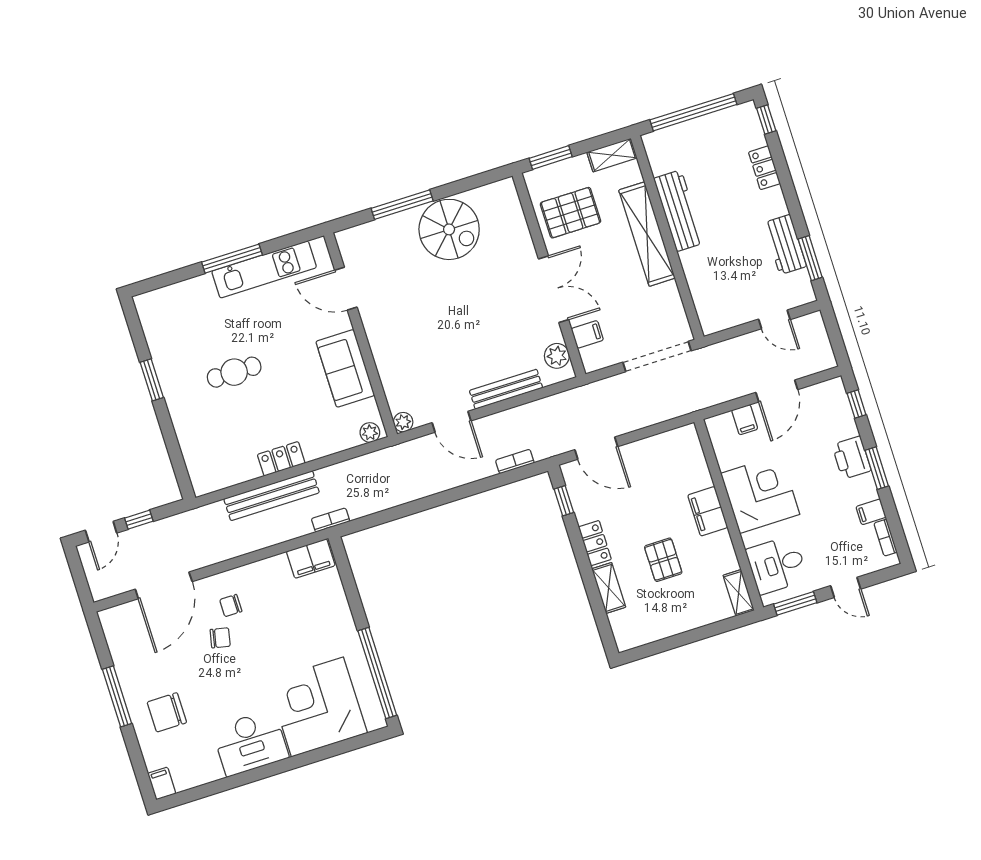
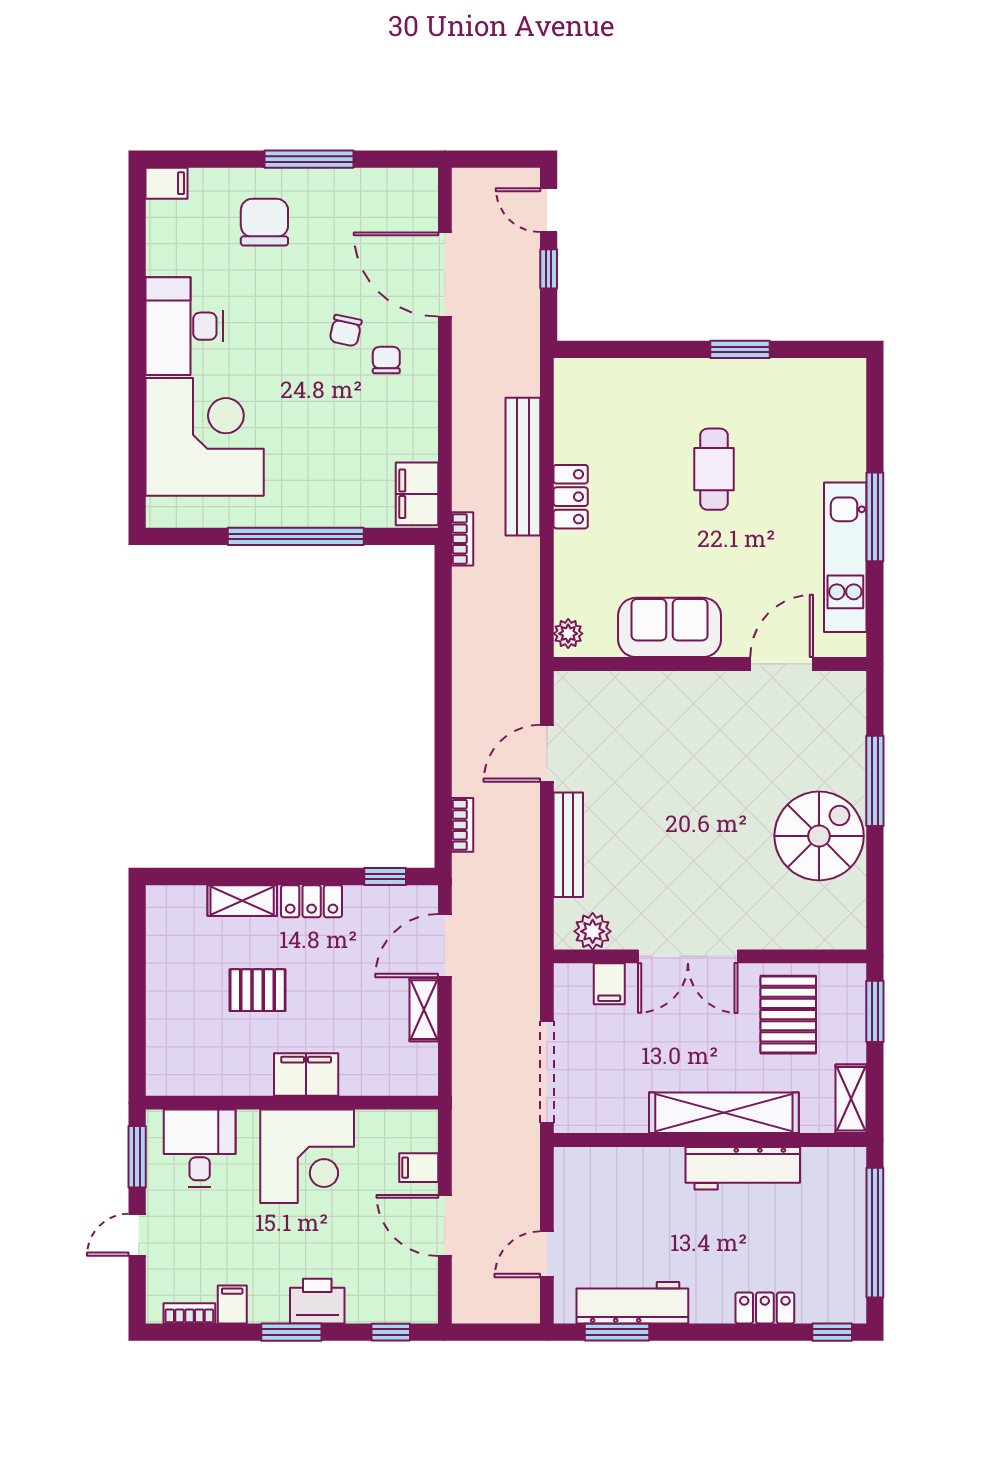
spiral stairs: (449, 229) -> (819, 836), turned 180
workbench: (785, 244) -> (632, 1303), width x1.38
plant: (403, 422) -> (568, 685), removed
shelving: (739, 593) -> (424, 1010), moved, turned 90
window: (377, 673) -> (296, 536), moved

